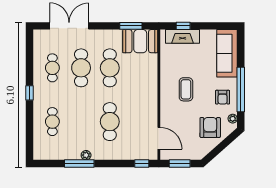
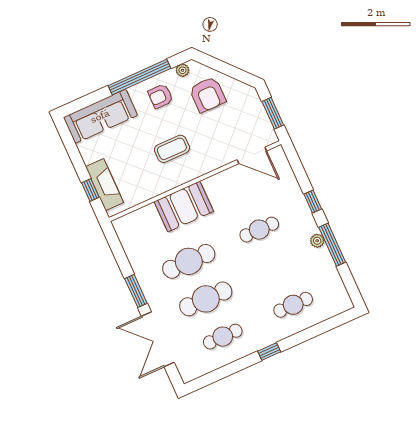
window: (131, 26) -> (136, 291), moved
booth: (140, 41) -> (184, 206), moved, turned 90
armchair: (223, 97) -> (160, 96), turned 180
cafe table: (110, 122) -> (259, 230), width x0.73, depth x0.74
armchair: (210, 127) -> (207, 94), turned -90
door: (159, 138) -> (252, 155), swing flipped
window: (142, 164) -> (313, 202), moved

